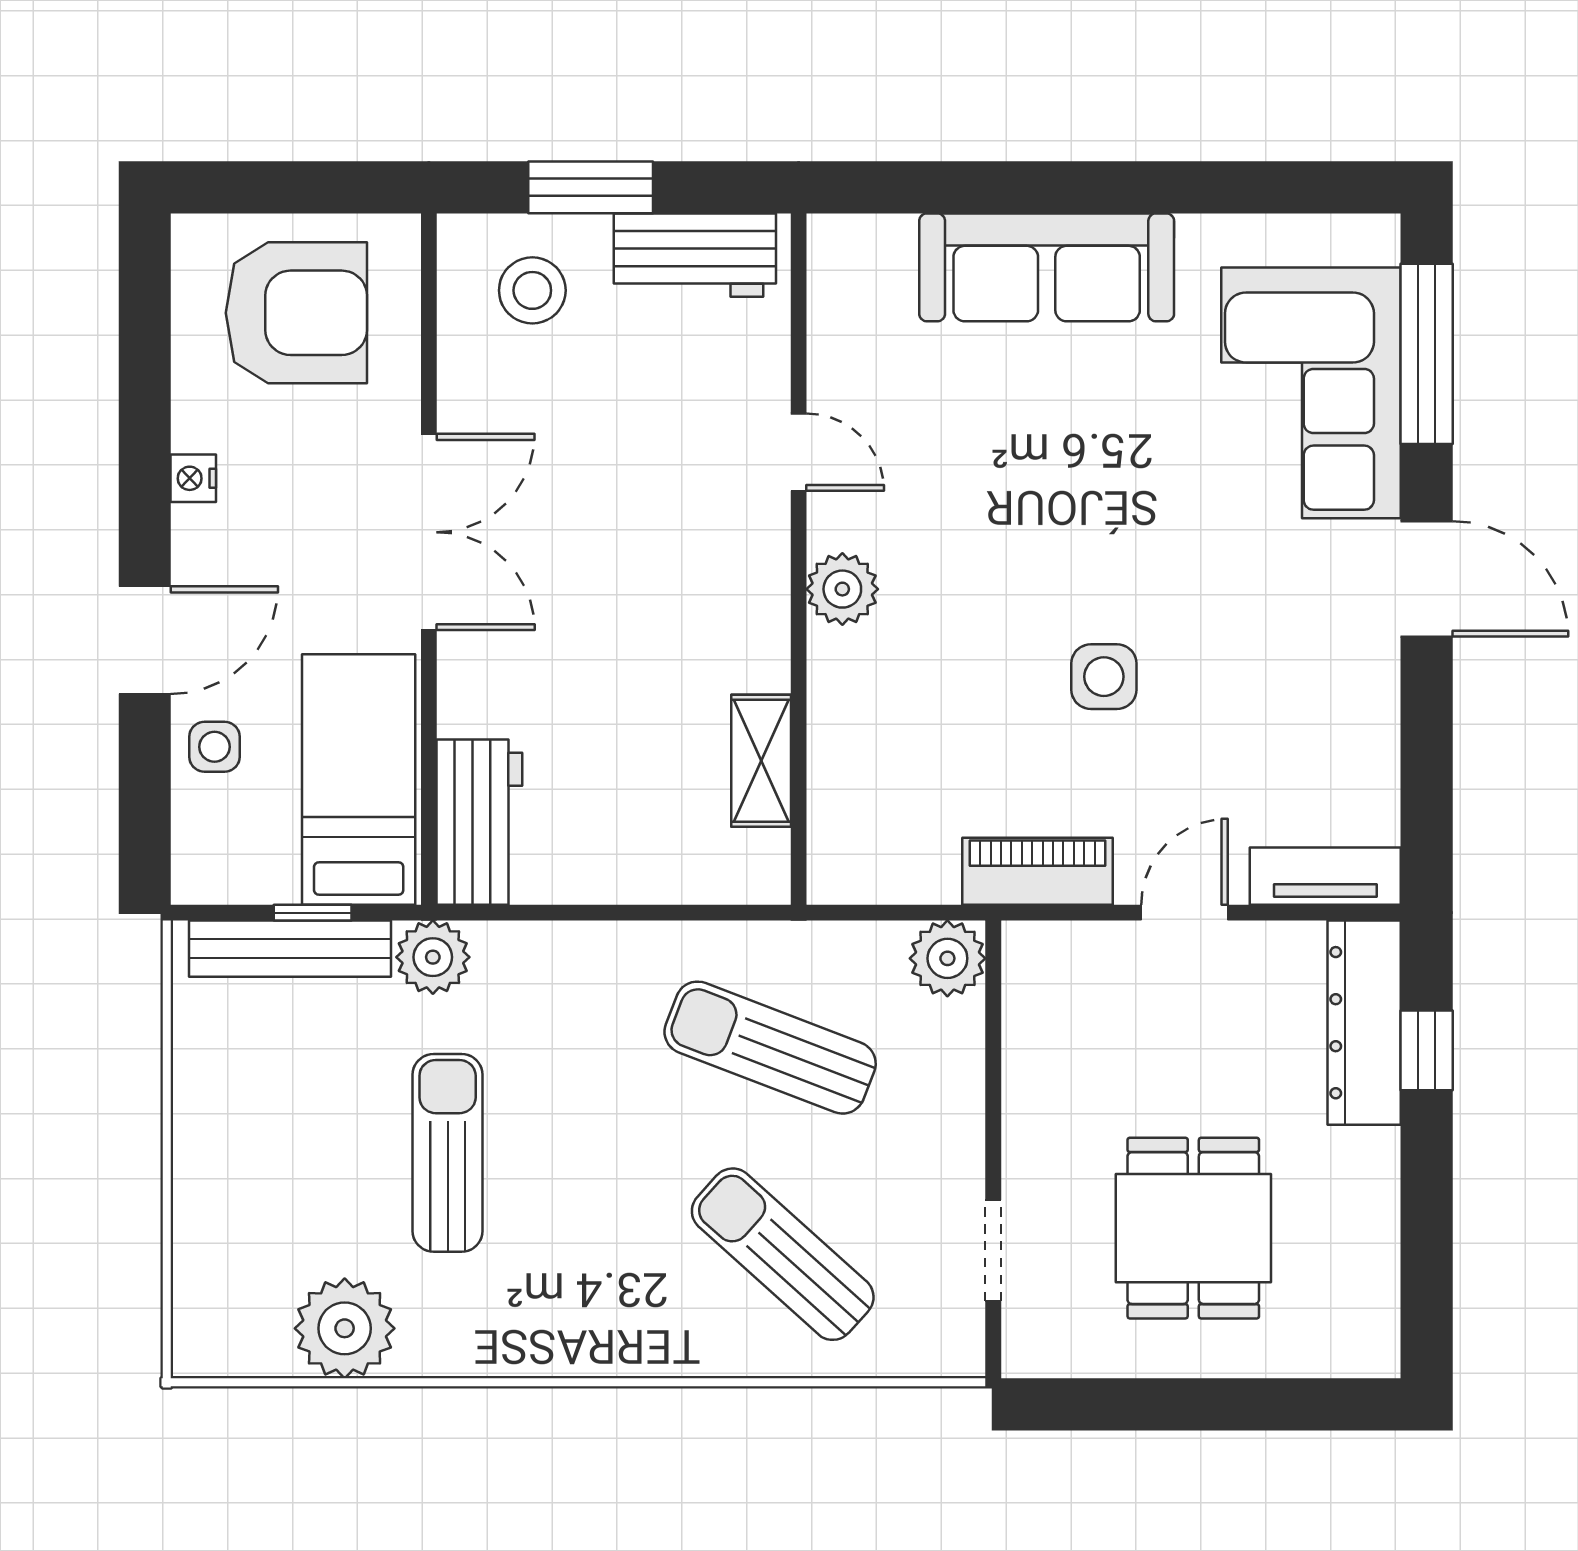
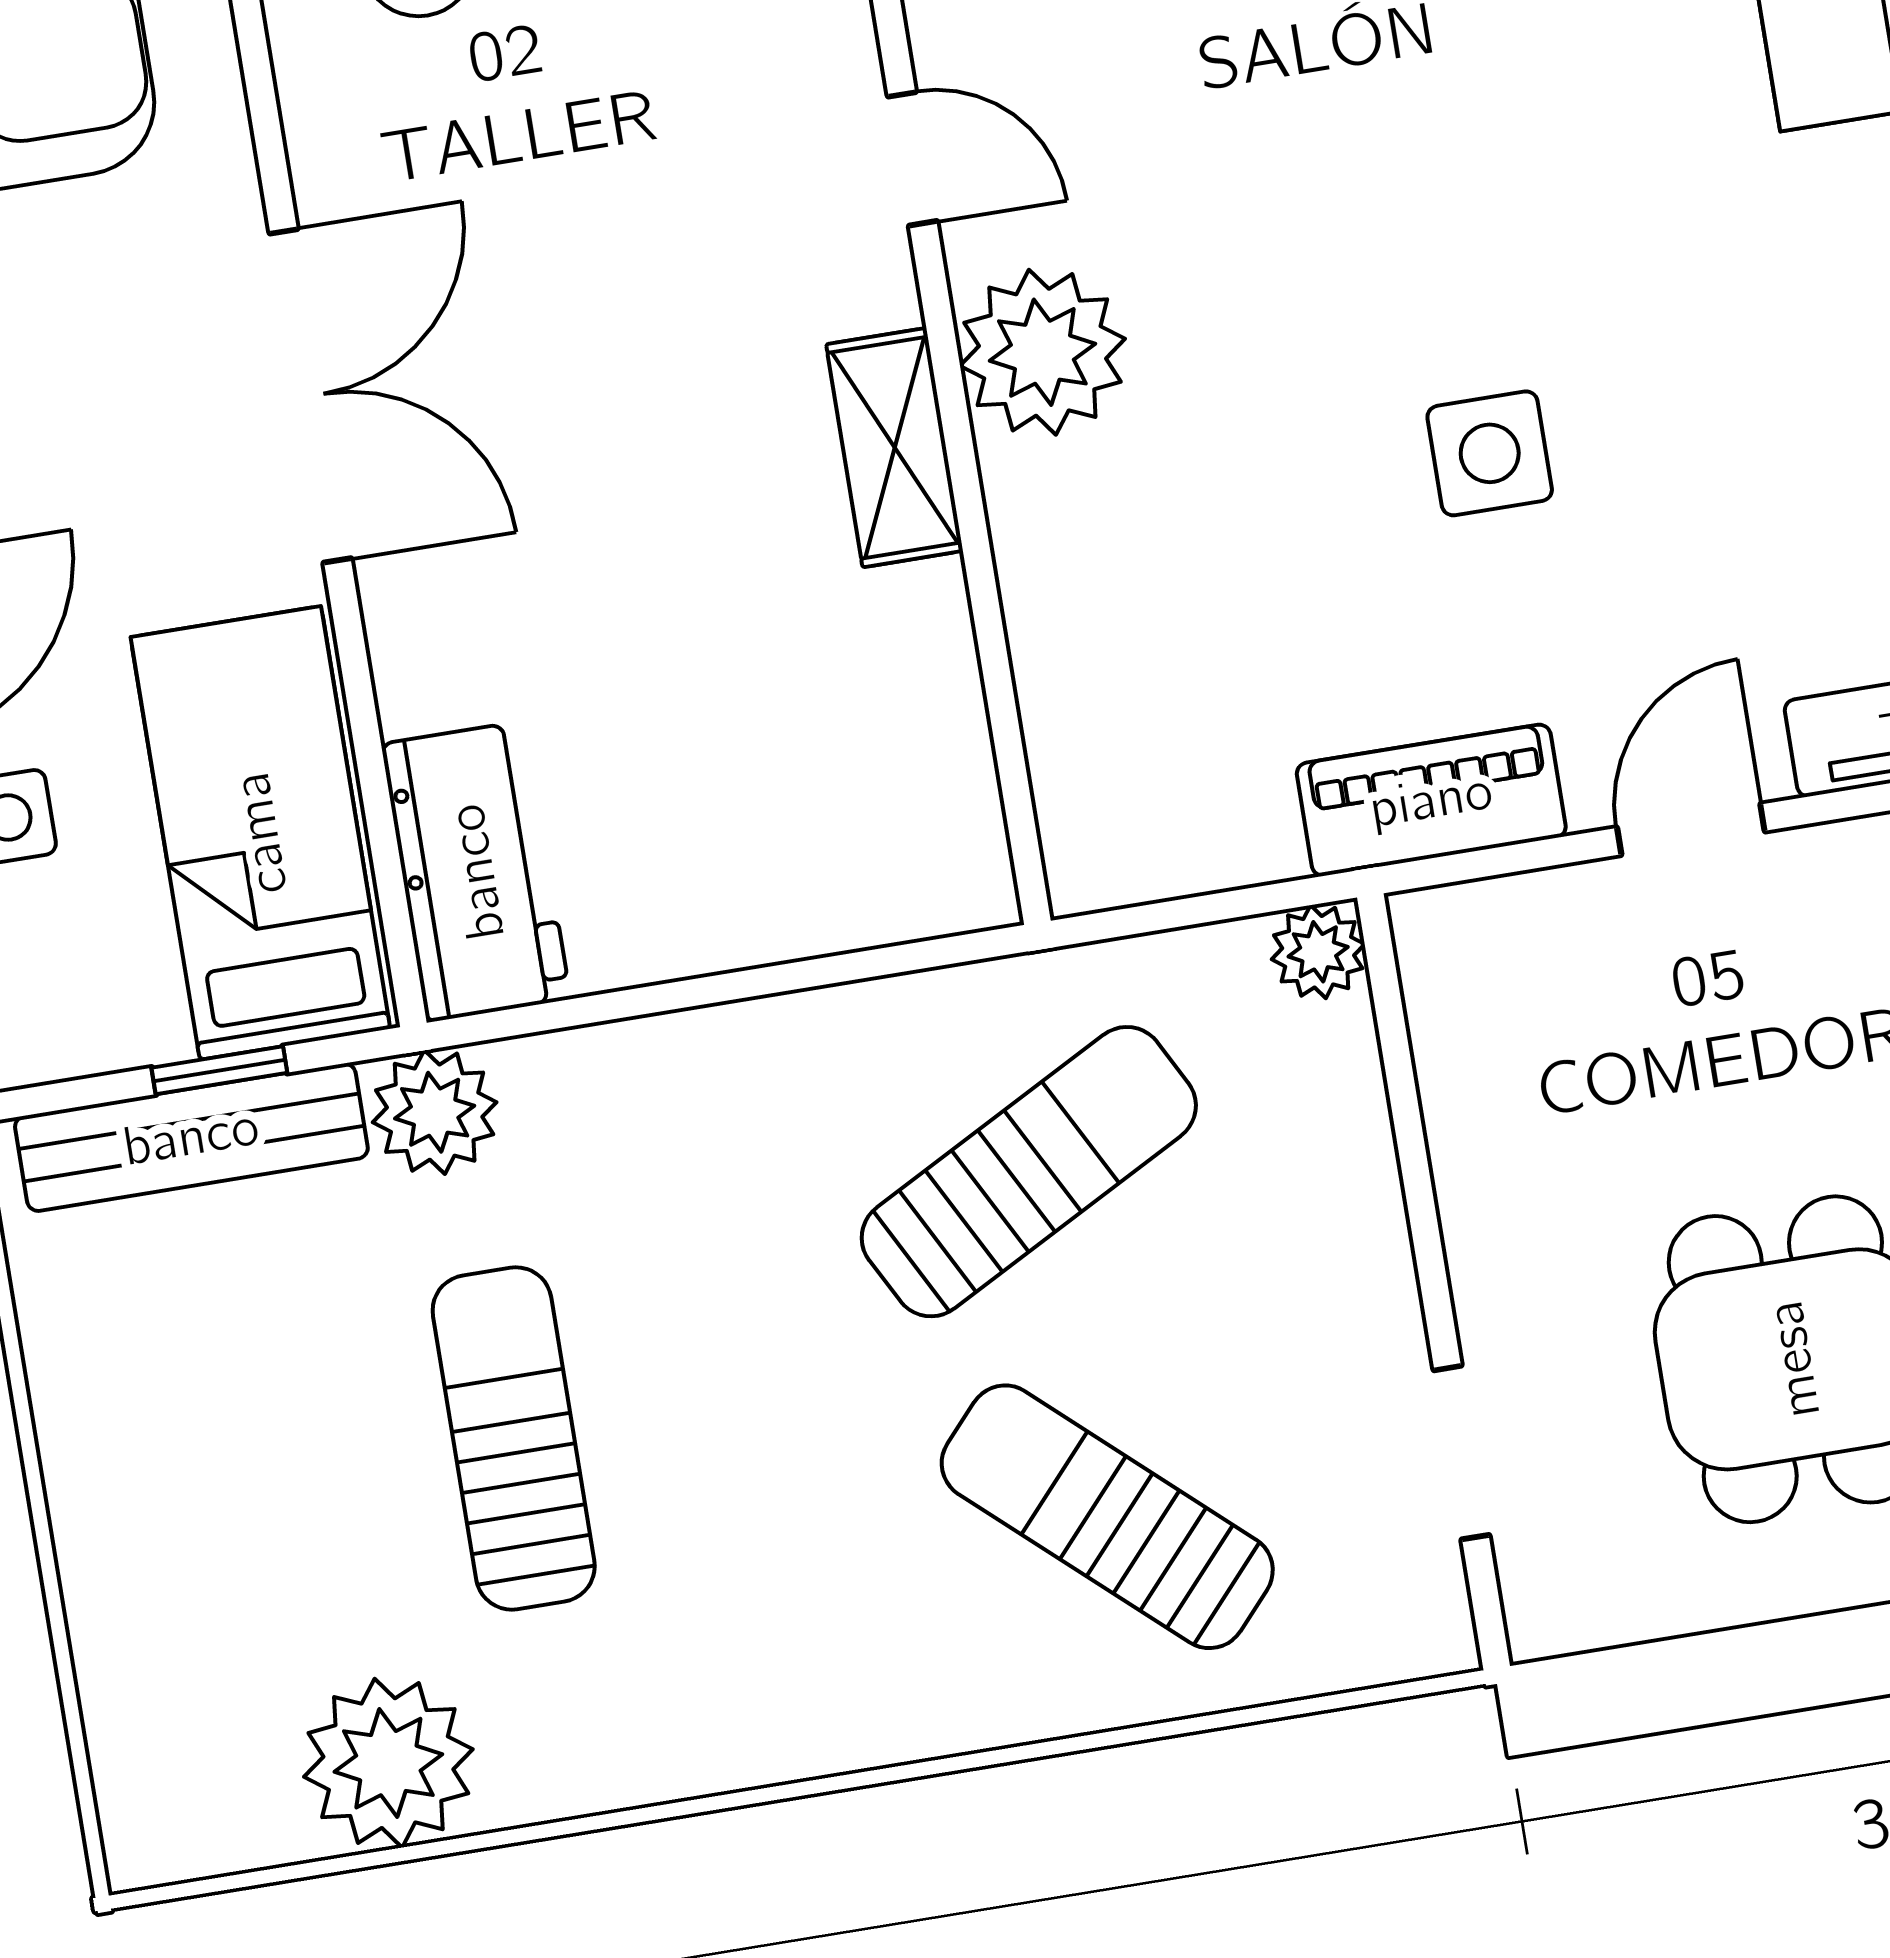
plant: (842, 589) -> (1042, 352), width x1.36, depth x1.36
shelving: (761, 761) -> (895, 448), moved
plant: (947, 958) -> (1318, 952), width x0.73, depth x0.73
sun lounger: (770, 1048) -> (1029, 1172), turned 131

